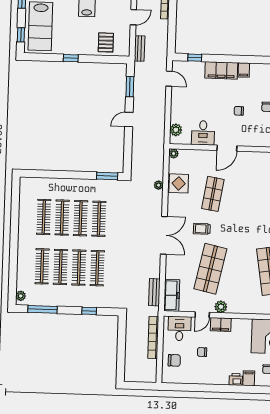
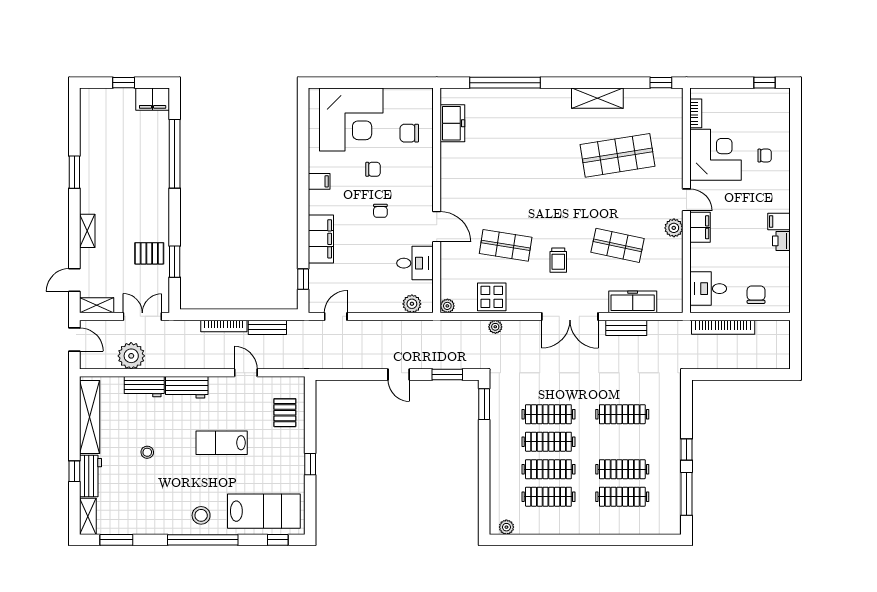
pallet: (106, 42) -> (285, 413), turned 90
bench: (140, 49) -> (267, 327), moved
filing cabinet: (244, 70) -> (319, 181), moved
window: (130, 87) -> (447, 375), moved
double door: (164, 235) -> (570, 316), swing flipped
clothes rail: (79, 268) -> (622, 442), removed
shop shelf: (210, 269) -> (618, 245), width x0.70, depth x0.74
bench: (154, 292) -> (626, 328), moved
freezer: (172, 295) -> (633, 302), moved
plant: (21, 296) -> (506, 527), moved
window: (89, 311) -> (686, 450), moved
door: (202, 315) -> (686, 200), moved
chair: (202, 352) -> (742, 254), removed
filing cabinet: (249, 378) -> (779, 221), moved
printer: (236, 379) -> (781, 241), moved

